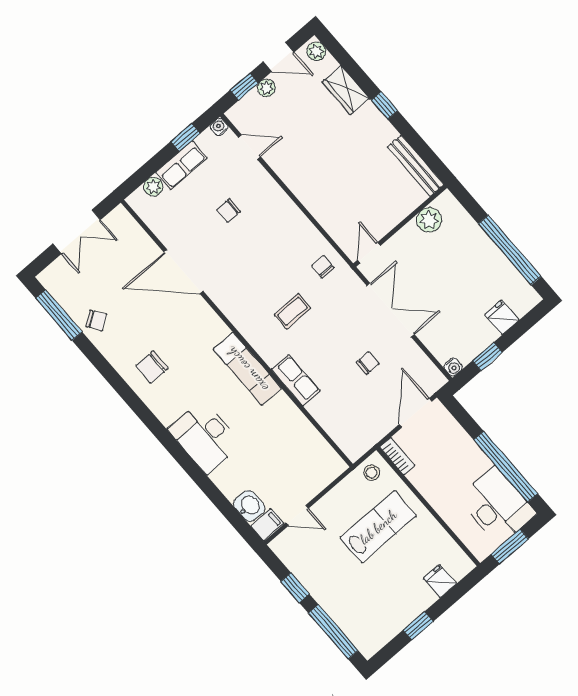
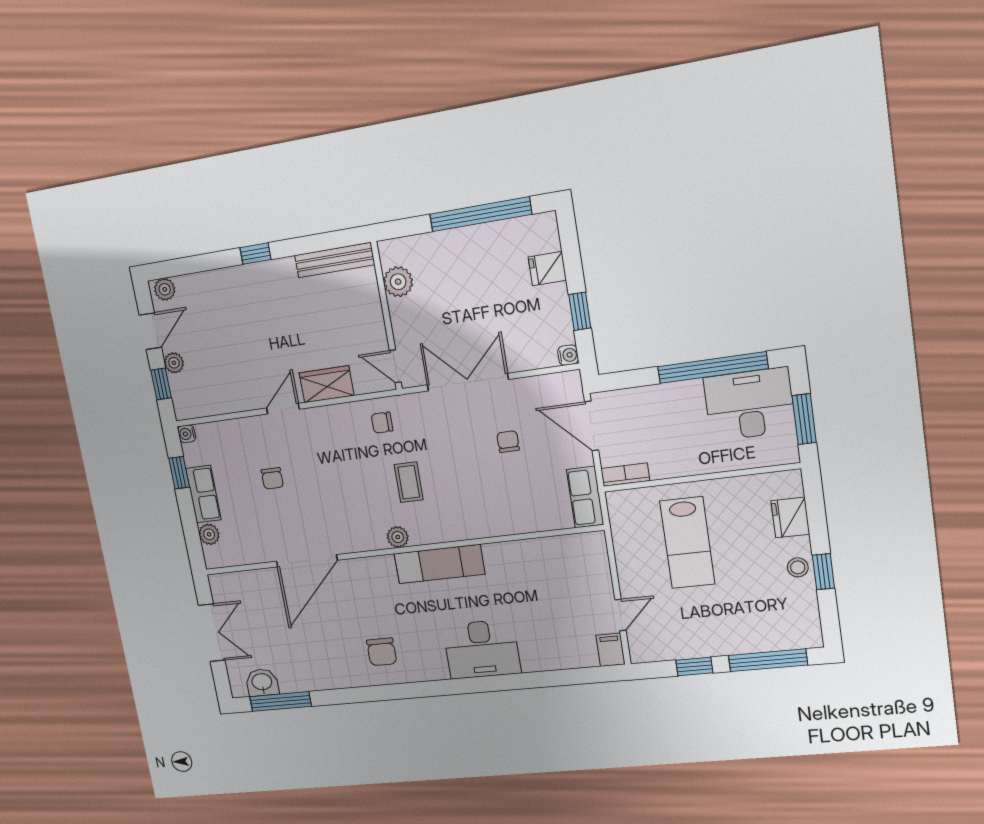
wardrobe: (346, 90) -> (327, 384), moved, turned 180
door: (249, 147) -> (283, 409), moved
chair: (96, 320) -> (306, 672), removed
plant: (247, 327) -> (398, 537), added
row of seats: (296, 380) -> (585, 497), moved, turned -90
stool: (372, 473) -> (798, 567), moved
washbasin: (249, 506) -> (262, 682), moved
lab bench: (378, 527) -> (687, 543), turned 180
fridge: (440, 581) -> (790, 518), width x1.38

